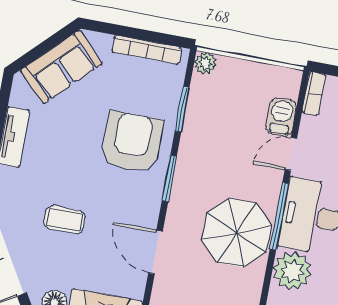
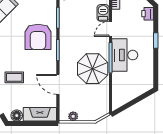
armchair: (132, 142) -> (38, 37), turned 180
plant: (292, 271) -> (121, 81), removed

